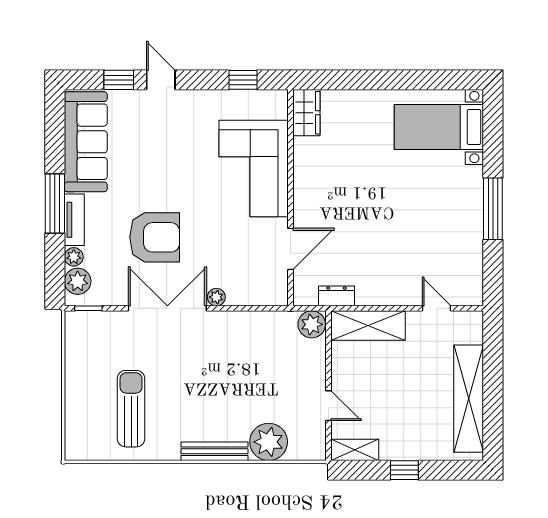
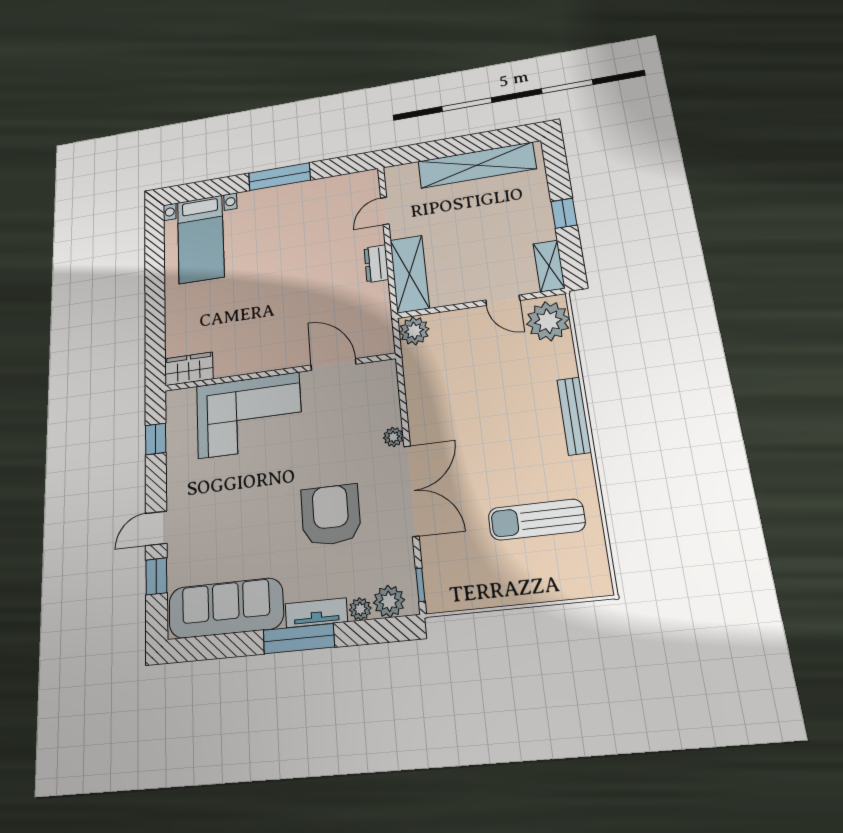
dresser: (337, 296) -> (376, 264), moved
double door: (167, 308) -> (411, 491), swing flipped
door: (329, 406) -> (503, 300), swing flipped
plant: (269, 442) -> (548, 321), moved

